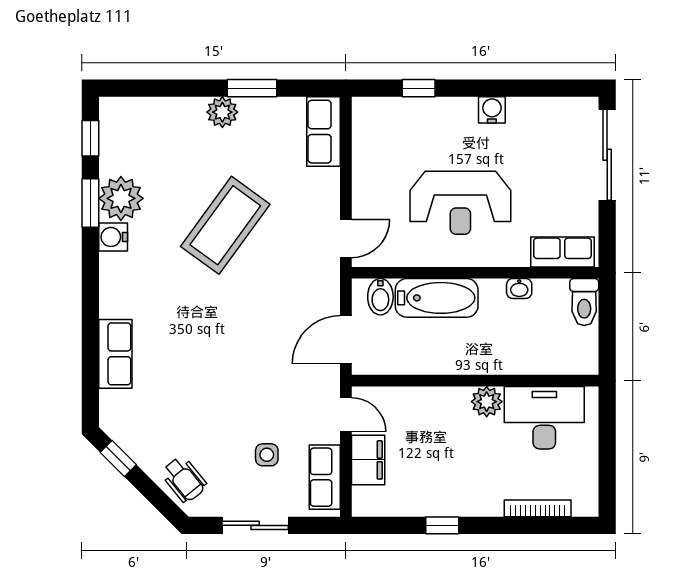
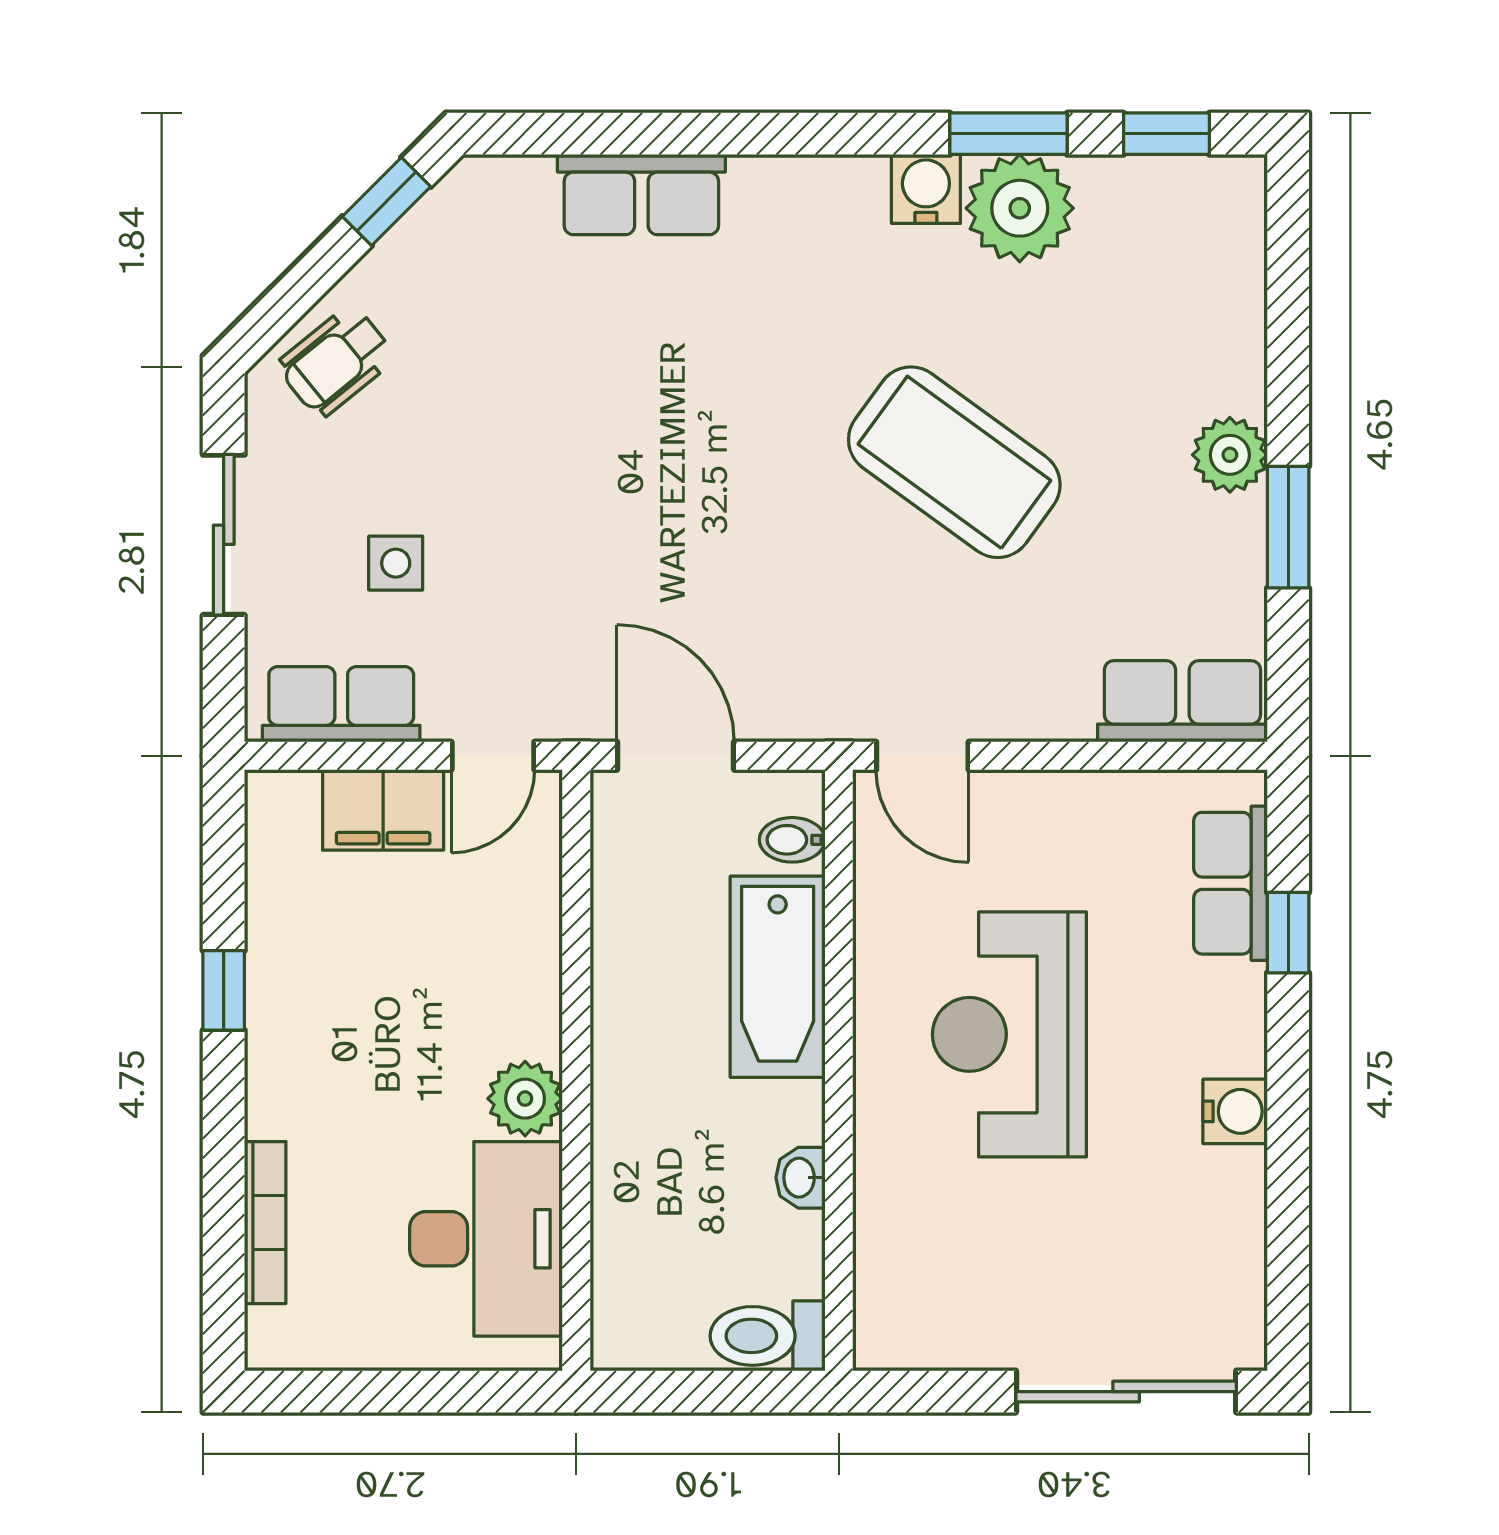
row of seats: (562, 252) -> (1231, 883), moved, turned 180
bidet: (380, 297) -> (792, 840), width x0.72, depth x0.74

